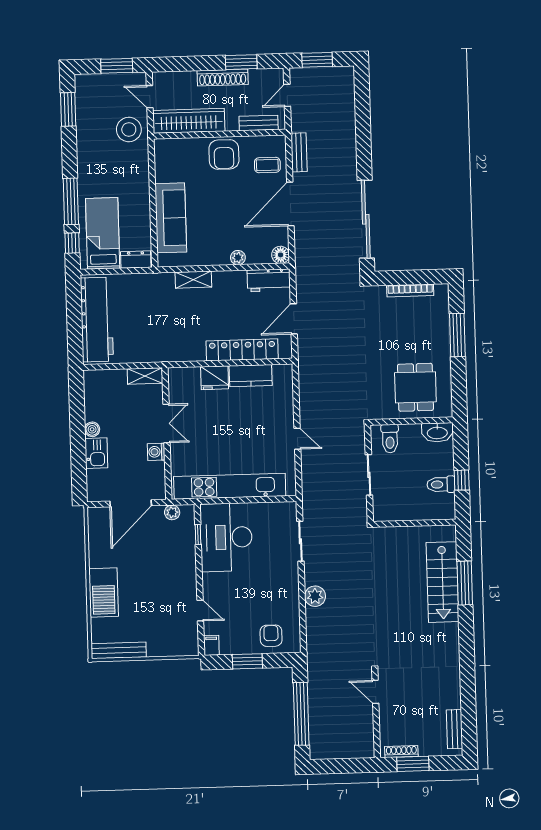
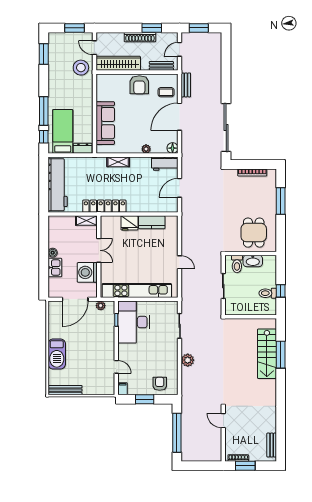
locker: (242, 350) -> (104, 206), moved
washbasin: (437, 432) -> (253, 261), moved
washing machine: (156, 452) -> (87, 272), width x1.89, depth x1.89

